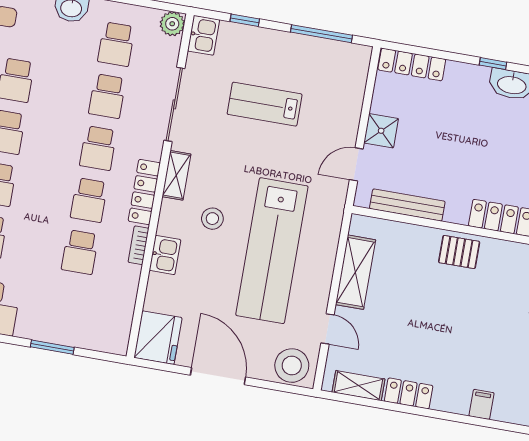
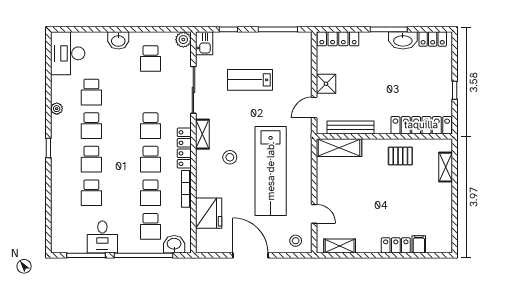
window: (493, 64) -> (389, 29), width x2.17
school desk: (107, 96) -> (150, 226), moved
bookcase: (139, 245) -> (186, 189), width x1.56
pallet: (459, 252) -> (400, 156), moved
kitchen sink: (165, 255) -> (204, 185), removed
shelving: (356, 272) -> (339, 148), moved, turned 90
washbasin: (103, 338) -> (174, 244), added
fridge: (158, 338) -> (209, 213), moved
window: (52, 347) -> (144, 255), width x2.11
stool: (292, 366) -> (296, 241), width x0.53, depth x0.53
locker: (409, 393) -> (396, 245), moved

